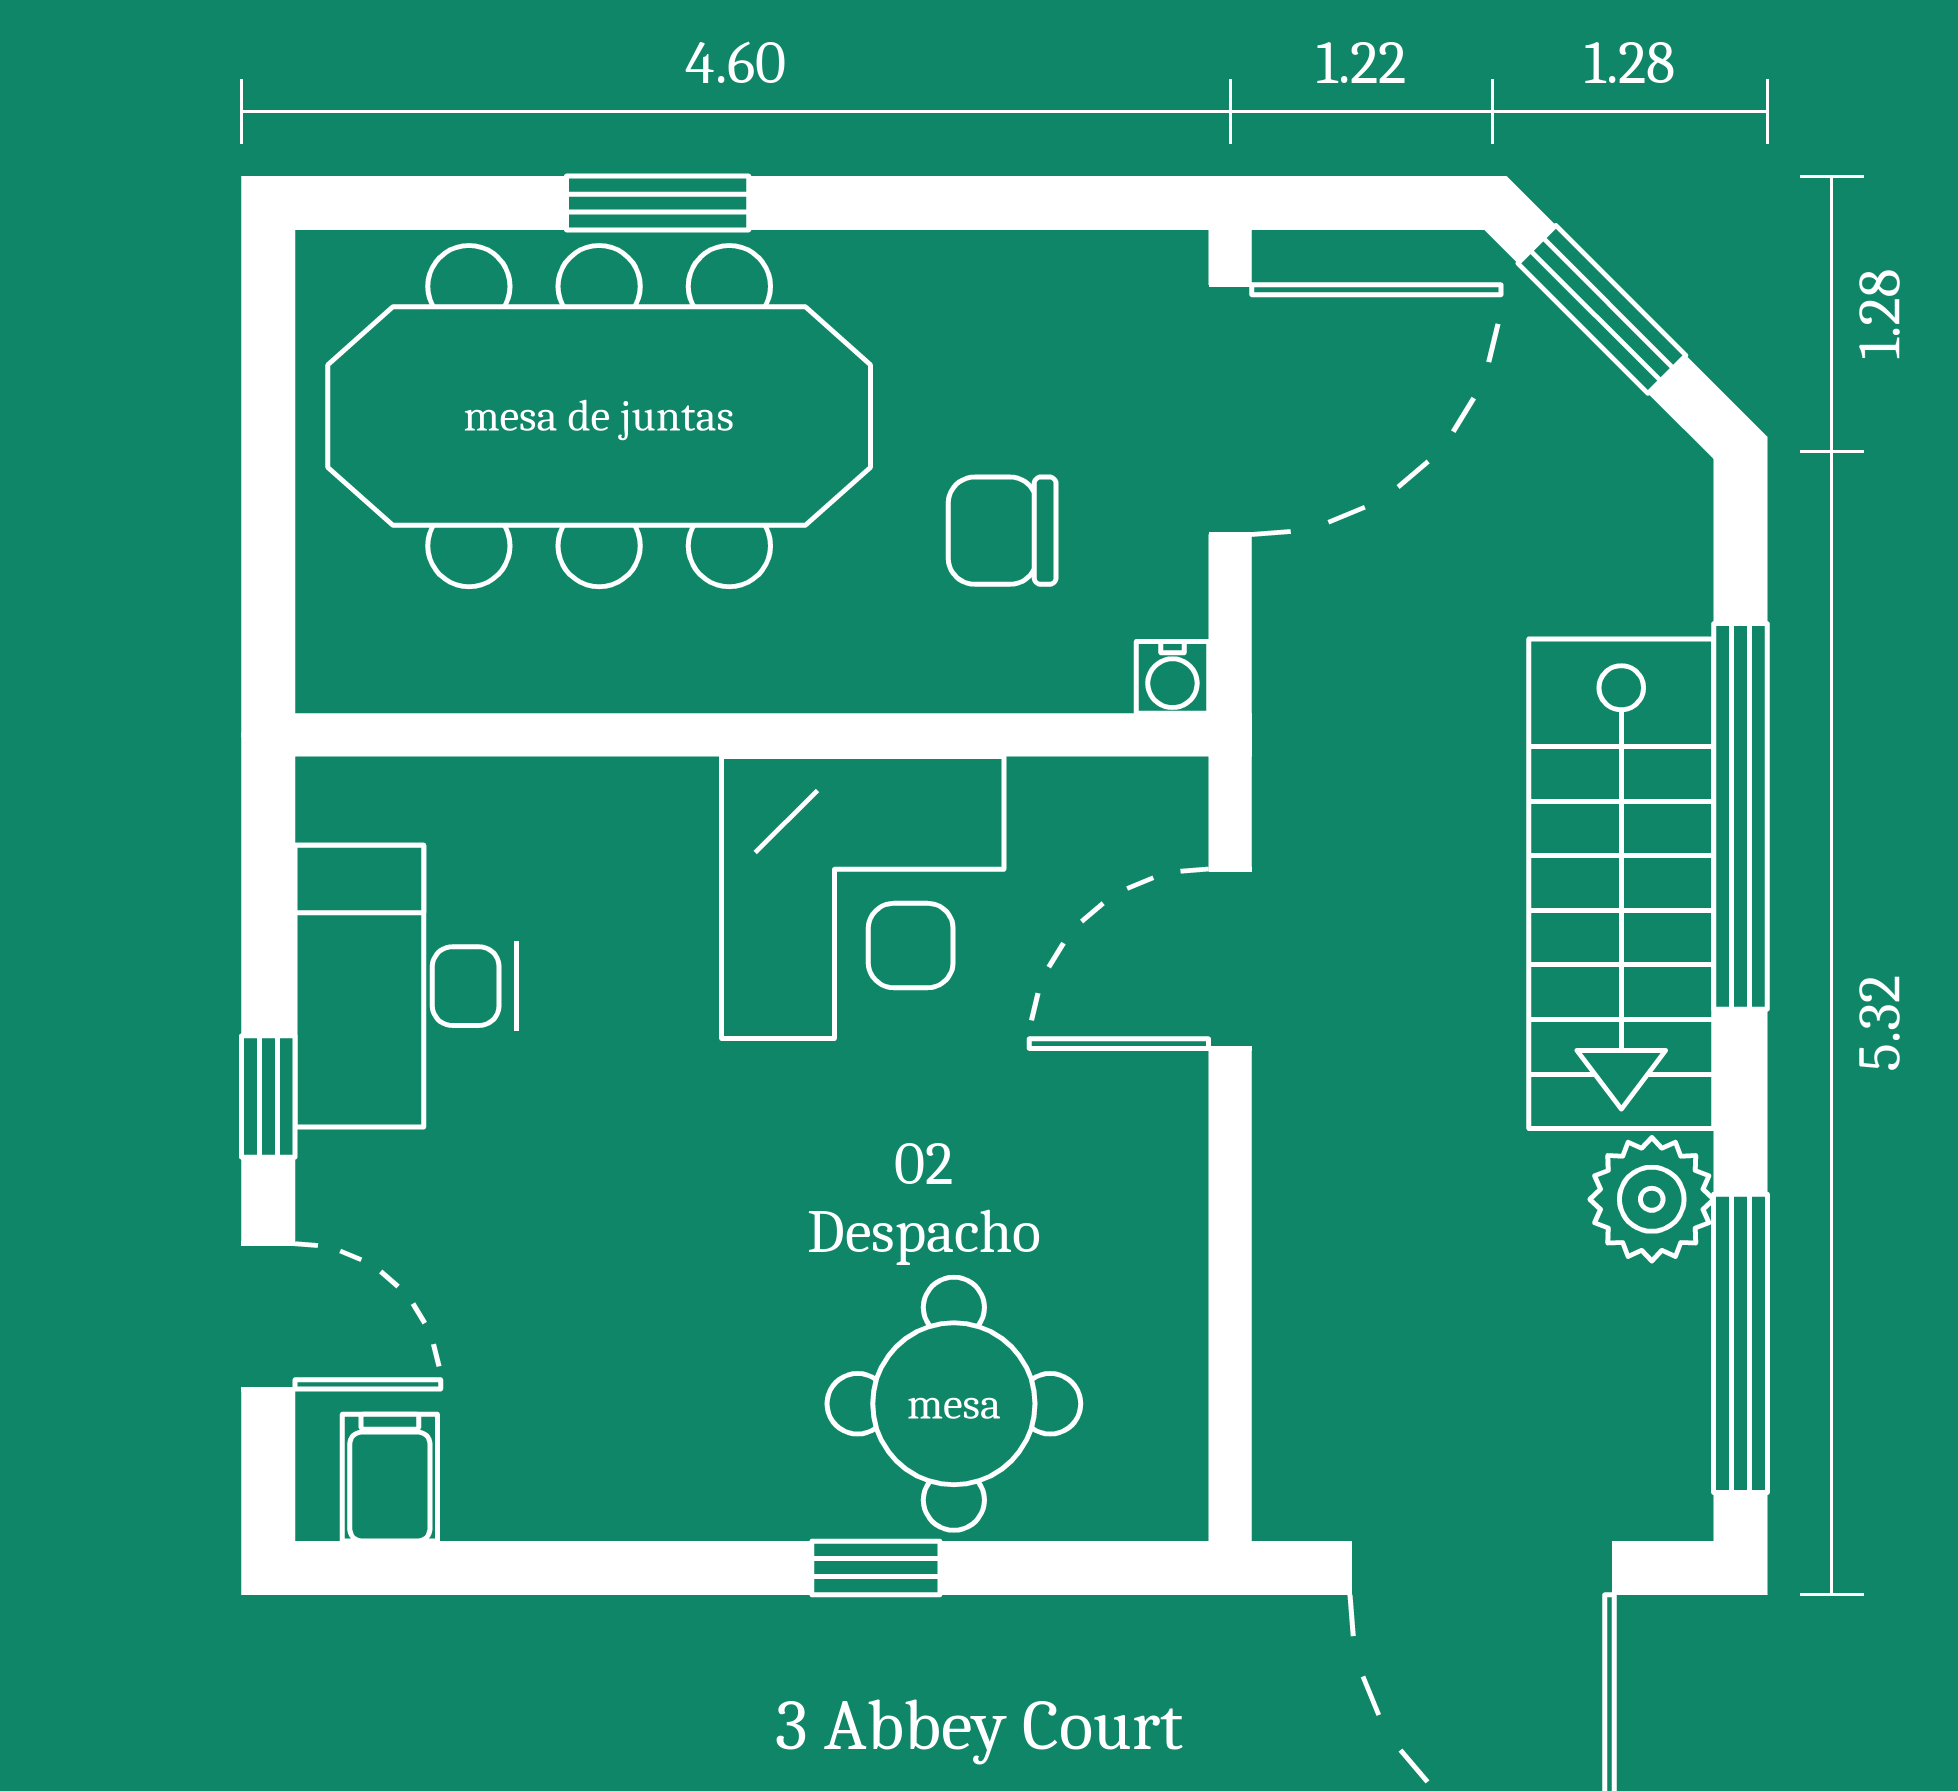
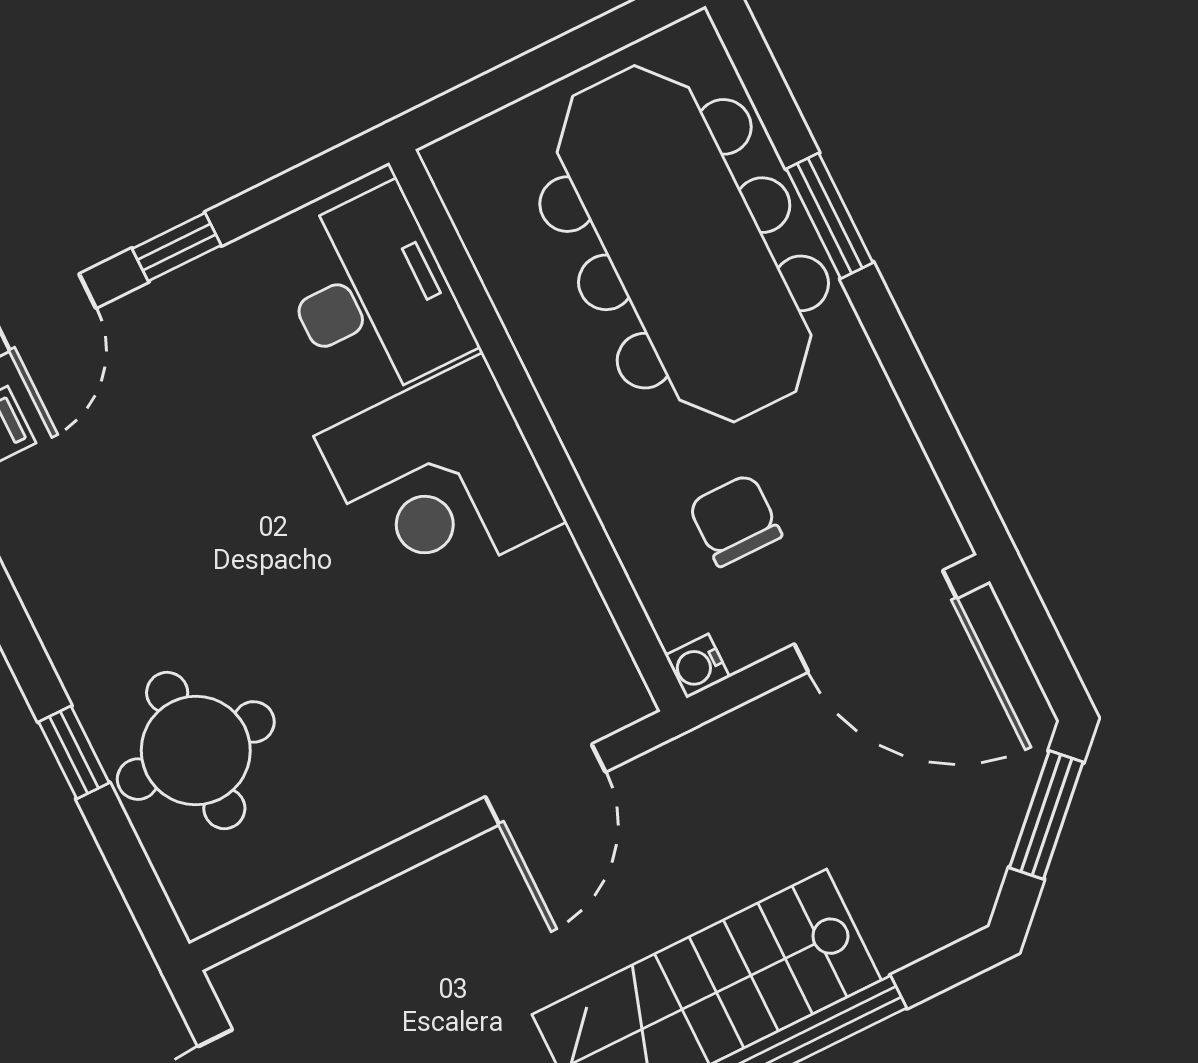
corner desk: (863, 898) -> (440, 479), moved
door: (1230, 959) -> (545, 784), swing flipped
desk: (406, 986) -> (372, 295), moved, turned 90

